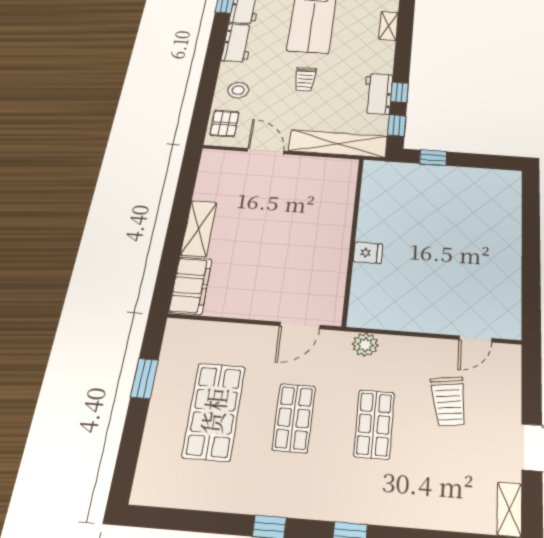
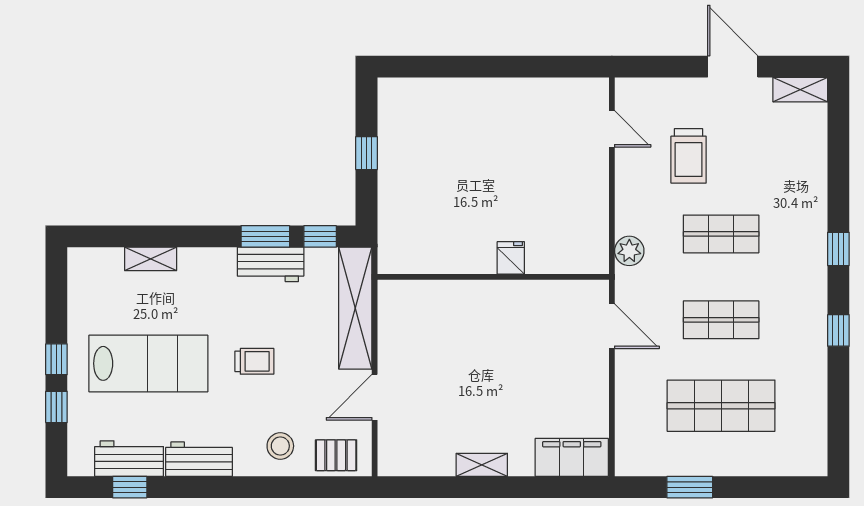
window: (400, 92) -> (265, 236), width x1.50
window: (433, 158) -> (367, 153), moved
shelving: (199, 229) -> (482, 465), width x0.67, depth x0.75
trolley: (449, 401) -> (689, 156), turned 98

